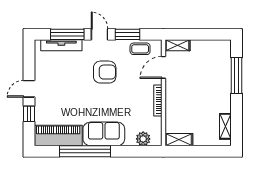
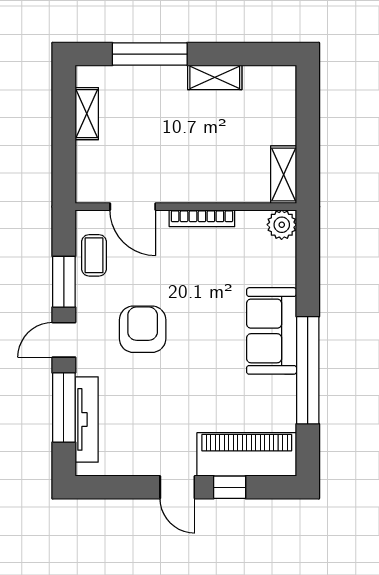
shelving: (178, 45) -> (87, 114), moved
shelving: (225, 126) -> (215, 77), moved
piano: (58, 136) -> (247, 454), moved, turned 90
plant: (143, 139) -> (282, 225), moved

